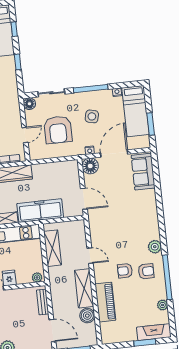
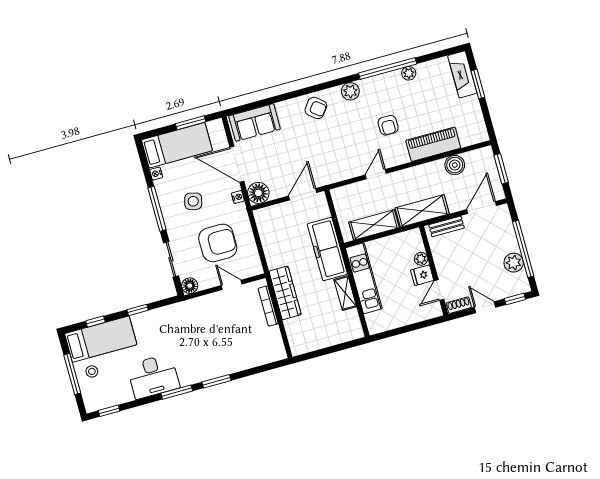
armchair: (146, 271) -> (316, 108), moved, turned 128
plant: (37, 277) -> (421, 259), moved
shelving: (84, 288) -> (422, 211), moved
plant: (163, 305) -> (409, 73), moved

